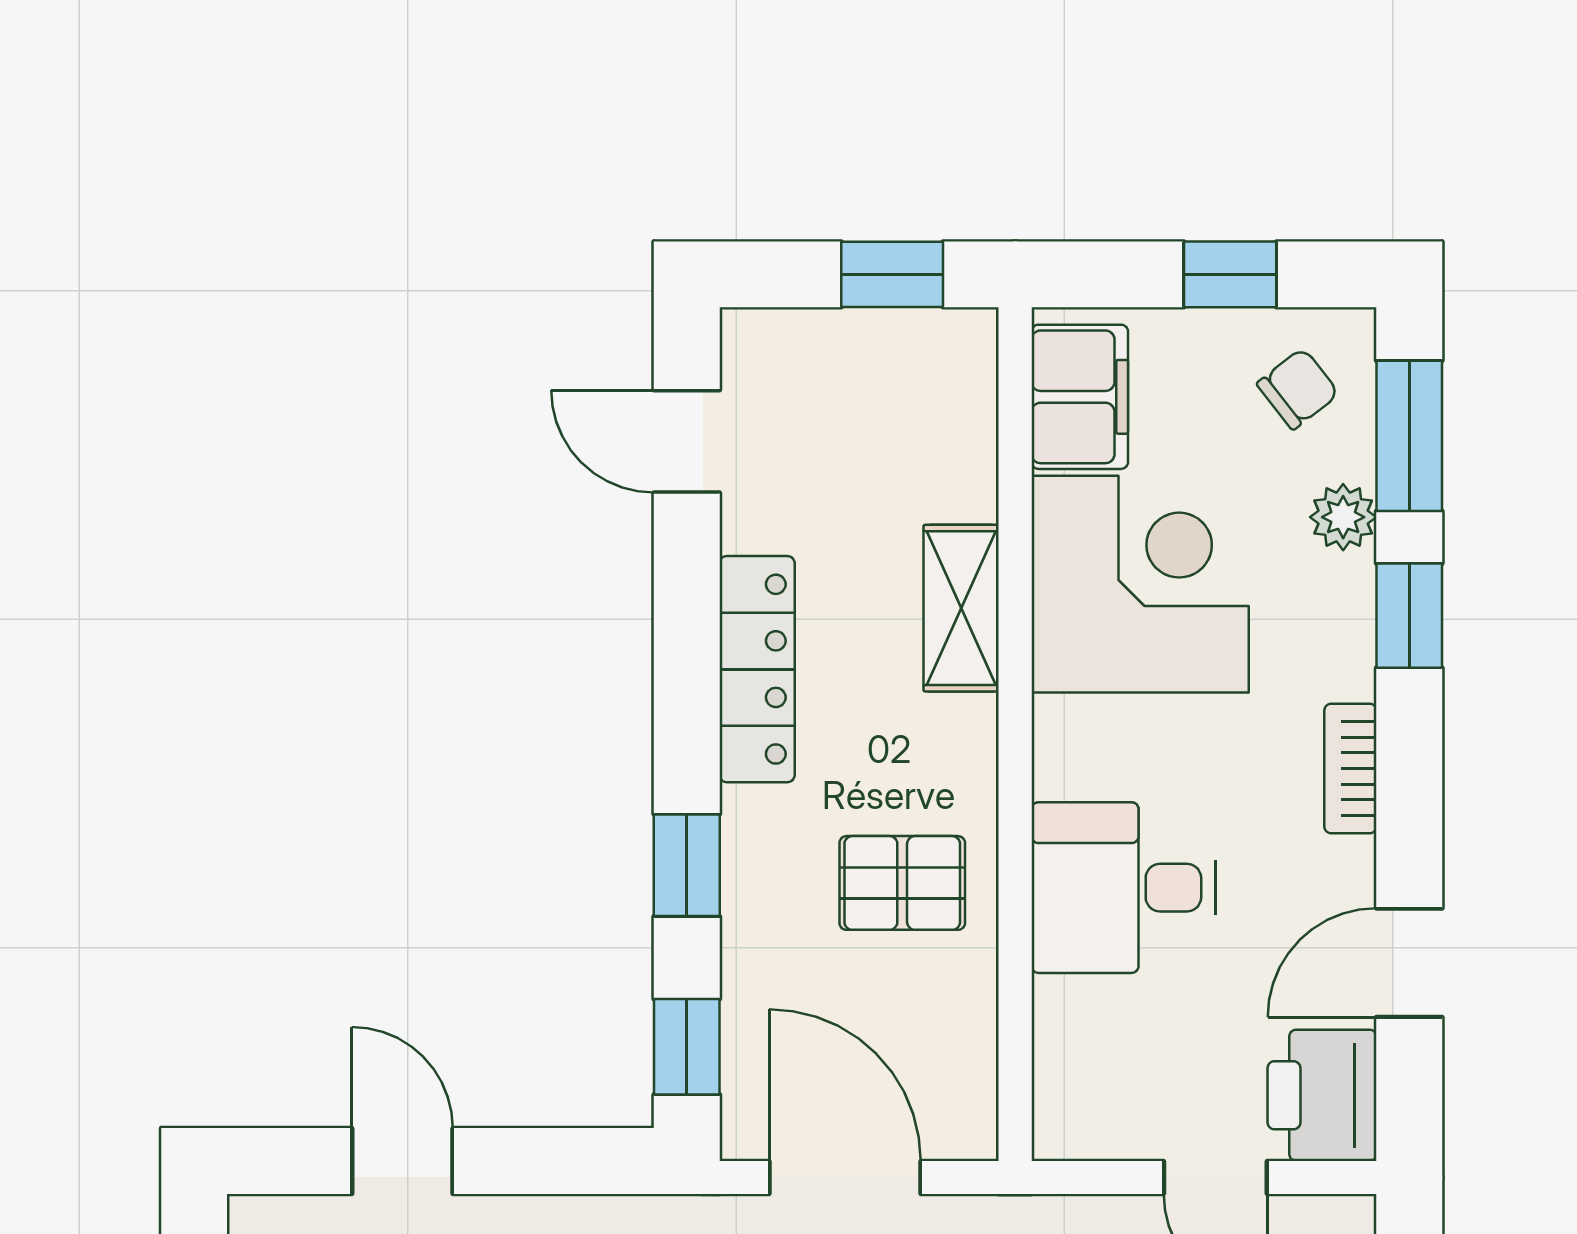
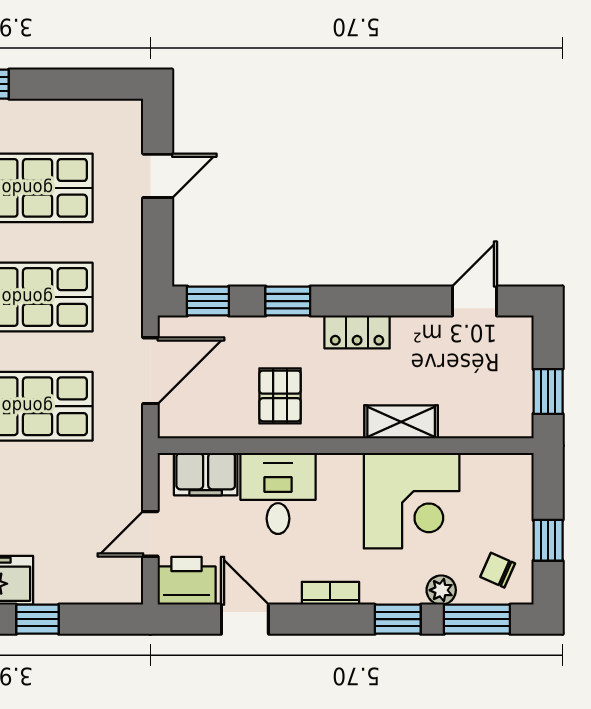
chair: (1298, 389) -> (498, 570), turned 152
filing cabinet: (1080, 397) -> (206, 474), moved
locker: (757, 669) -> (357, 332), width x0.66

